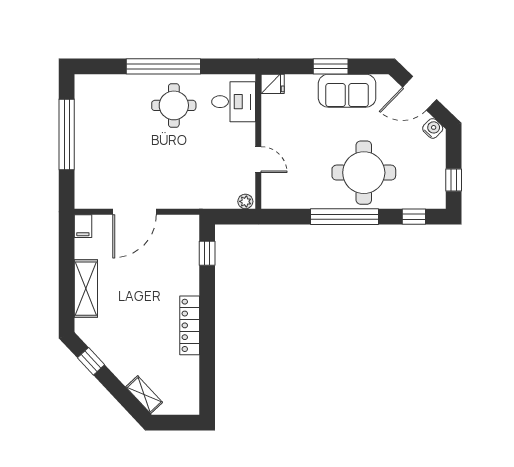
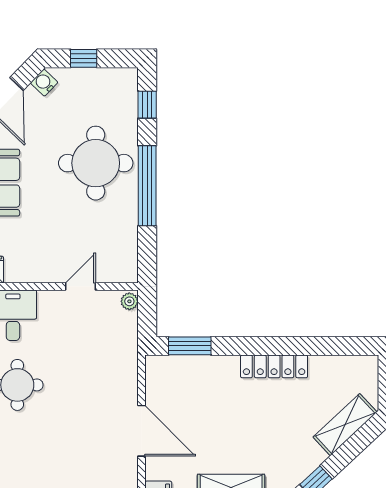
window: (454, 180) -> (84, 58), moved
window: (207, 253) -> (190, 346), width x1.50
shelving: (144, 395) -> (345, 425), width x1.50, depth x1.33

